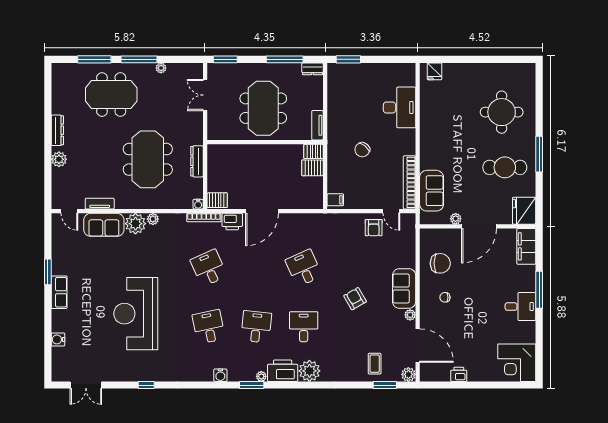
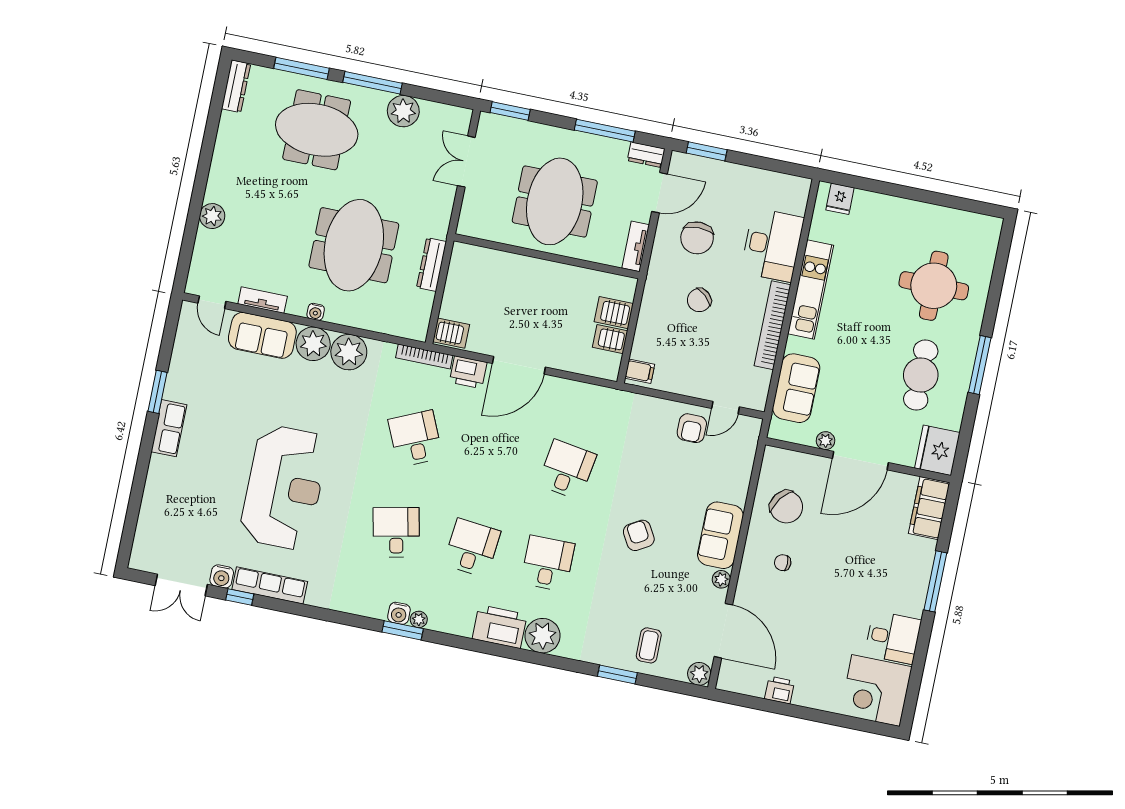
plant: (161, 68) -> (403, 111), width x1.88, depth x1.88
door: (325, 90) -> (660, 193), added
chair: (353, 113) -> (697, 238), added
dresser: (57, 130) -> (236, 86), moved
kitchen unit: (428, 130) -> (811, 289), added
server rack: (314, 151) -> (610, 339), moved
cafe table: (505, 167) -> (921, 375), turned 90
bookcase: (410, 182) -> (772, 325), moved
water cooler: (198, 204) -> (316, 312), moved
door: (391, 211) -> (726, 408), hinge flipped
plant: (153, 219) -> (349, 352), width x1.87, depth x1.87
chair: (440, 263) -> (786, 507), turned 36
desk: (304, 268) -> (567, 470), turned 33
desk: (520, 307) -> (893, 637), moved
reception desk: (136, 314) -> (284, 487), turned 180
water cooler: (58, 339) -> (222, 576), moved, turned -90
row of seats: (139, 374) -> (270, 585), added
plant: (261, 376) -> (419, 619), moved
window: (146, 385) -> (240, 597), moved
window: (252, 385) -> (403, 630), moved
window: (385, 385) -> (617, 675), moved

